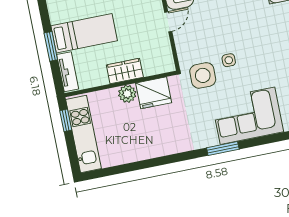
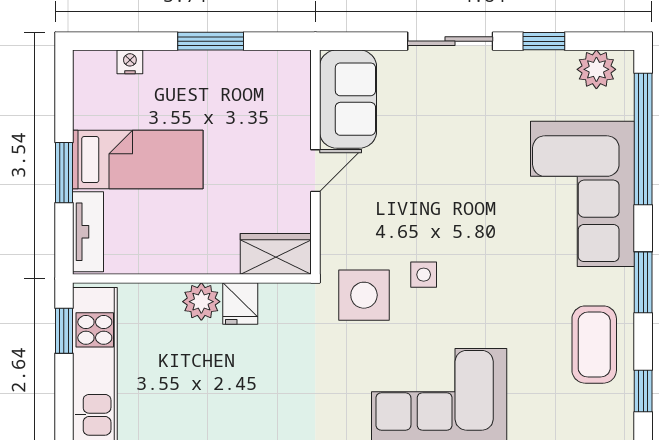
wardrobe: (125, 71) -> (276, 254), moved
fridge: (154, 93) -> (240, 303), width x0.53, depth x0.75

